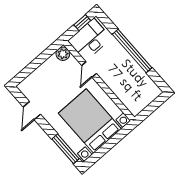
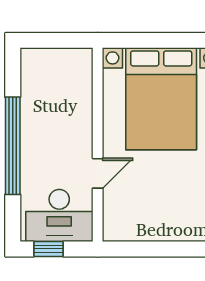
plant: (63, 54) -> (115, 229), removed

